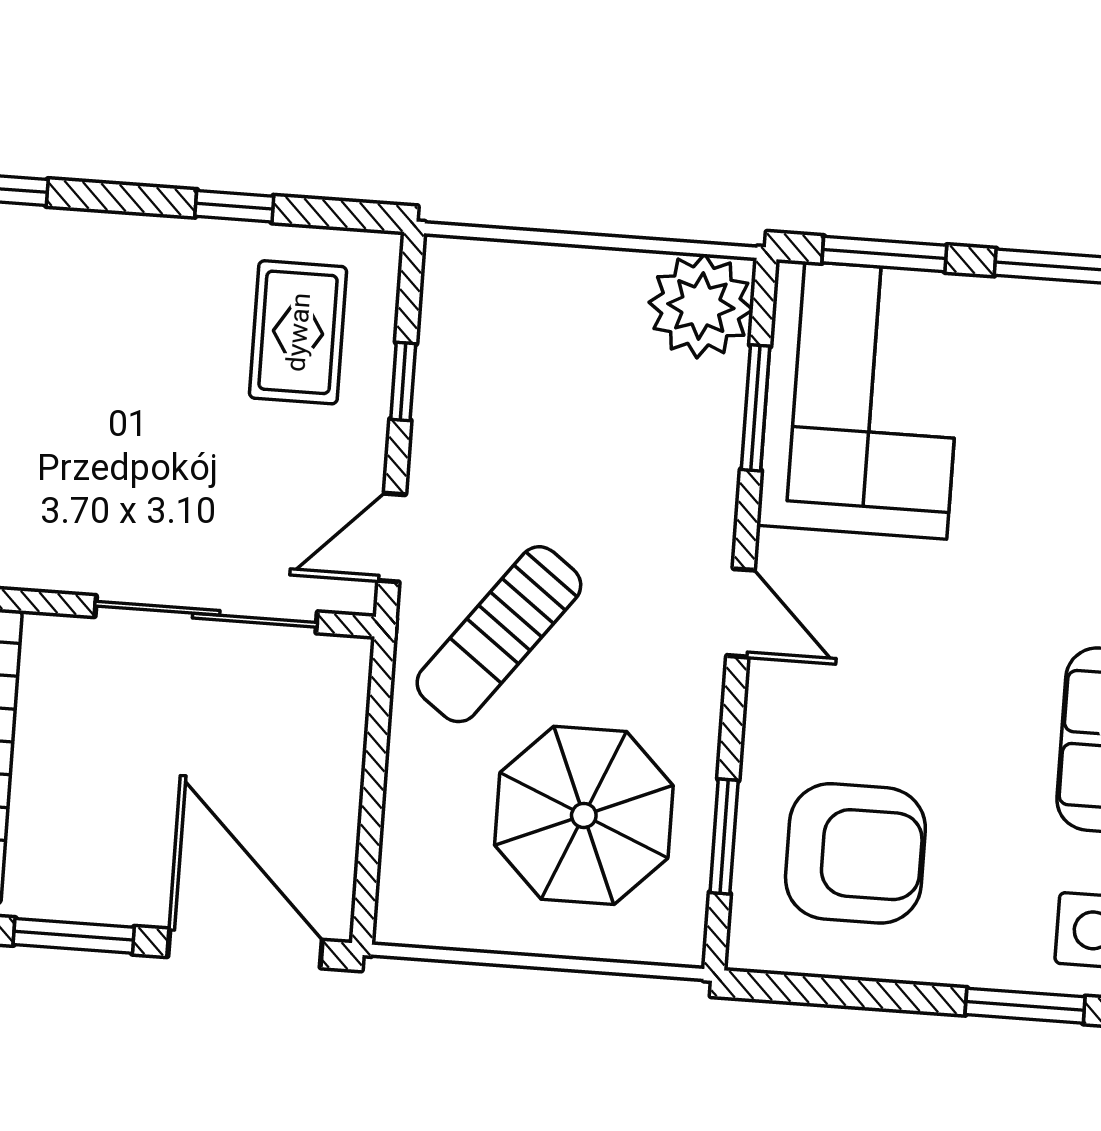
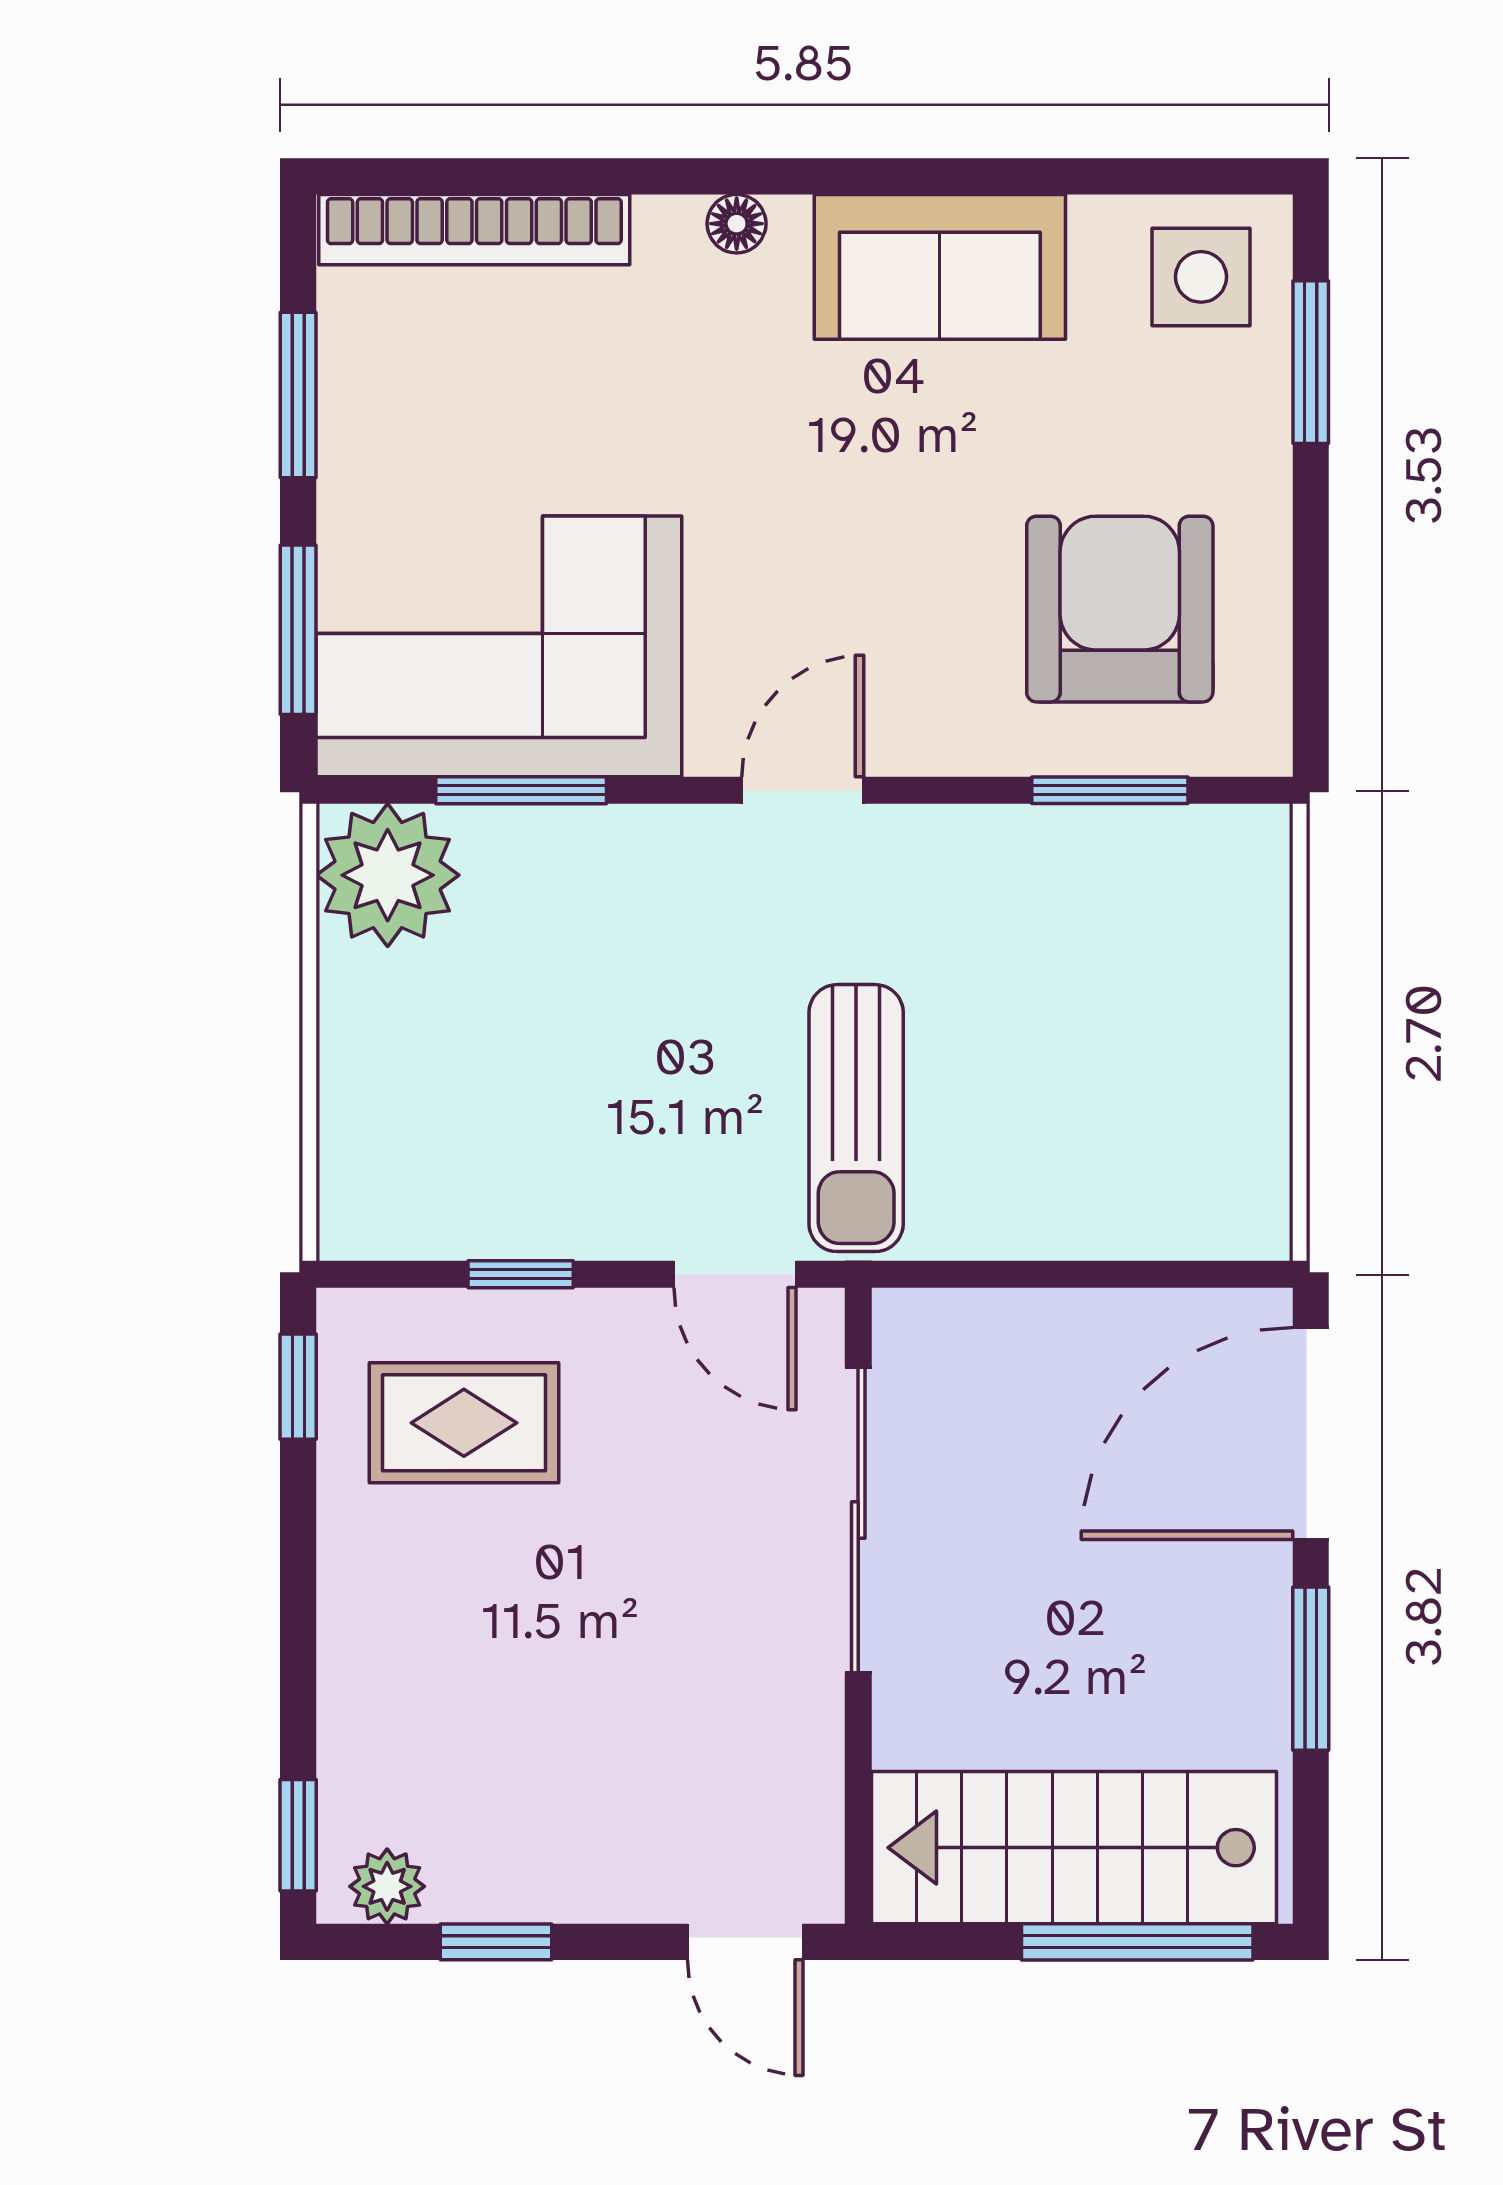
window: (234, 206) -> (298, 1387), moved
sun lounger: (499, 634) -> (856, 1118), turned 53
parasol: (584, 815) -> (1095, 984), removed

